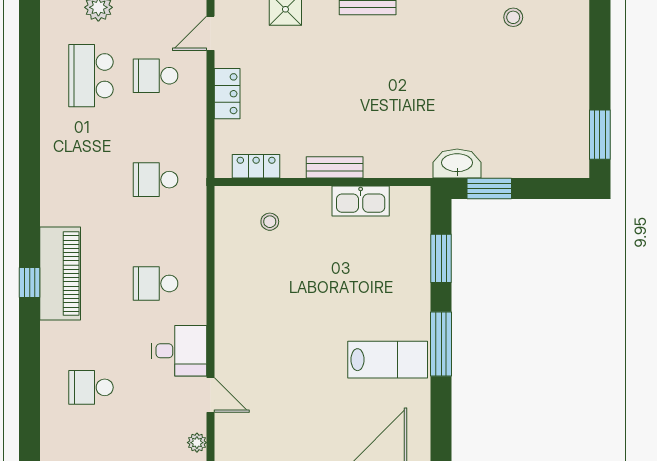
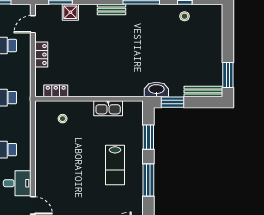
bench: (335, 167) -> (203, 91), moved, width x1.36
lab bench: (388, 360) -> (115, 165), moved, turned 90

